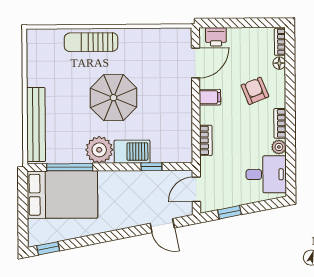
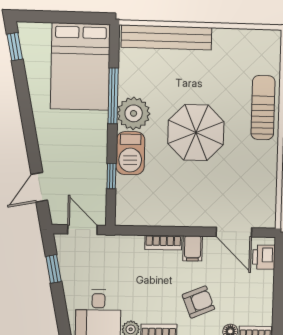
bookcase: (206, 140) -> (163, 243), moved
window: (70, 167) -> (113, 96), moved

